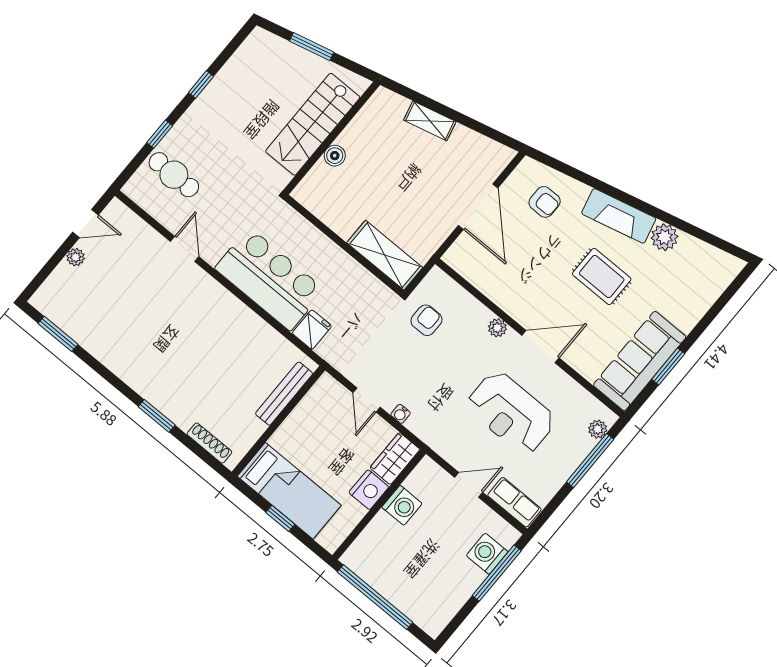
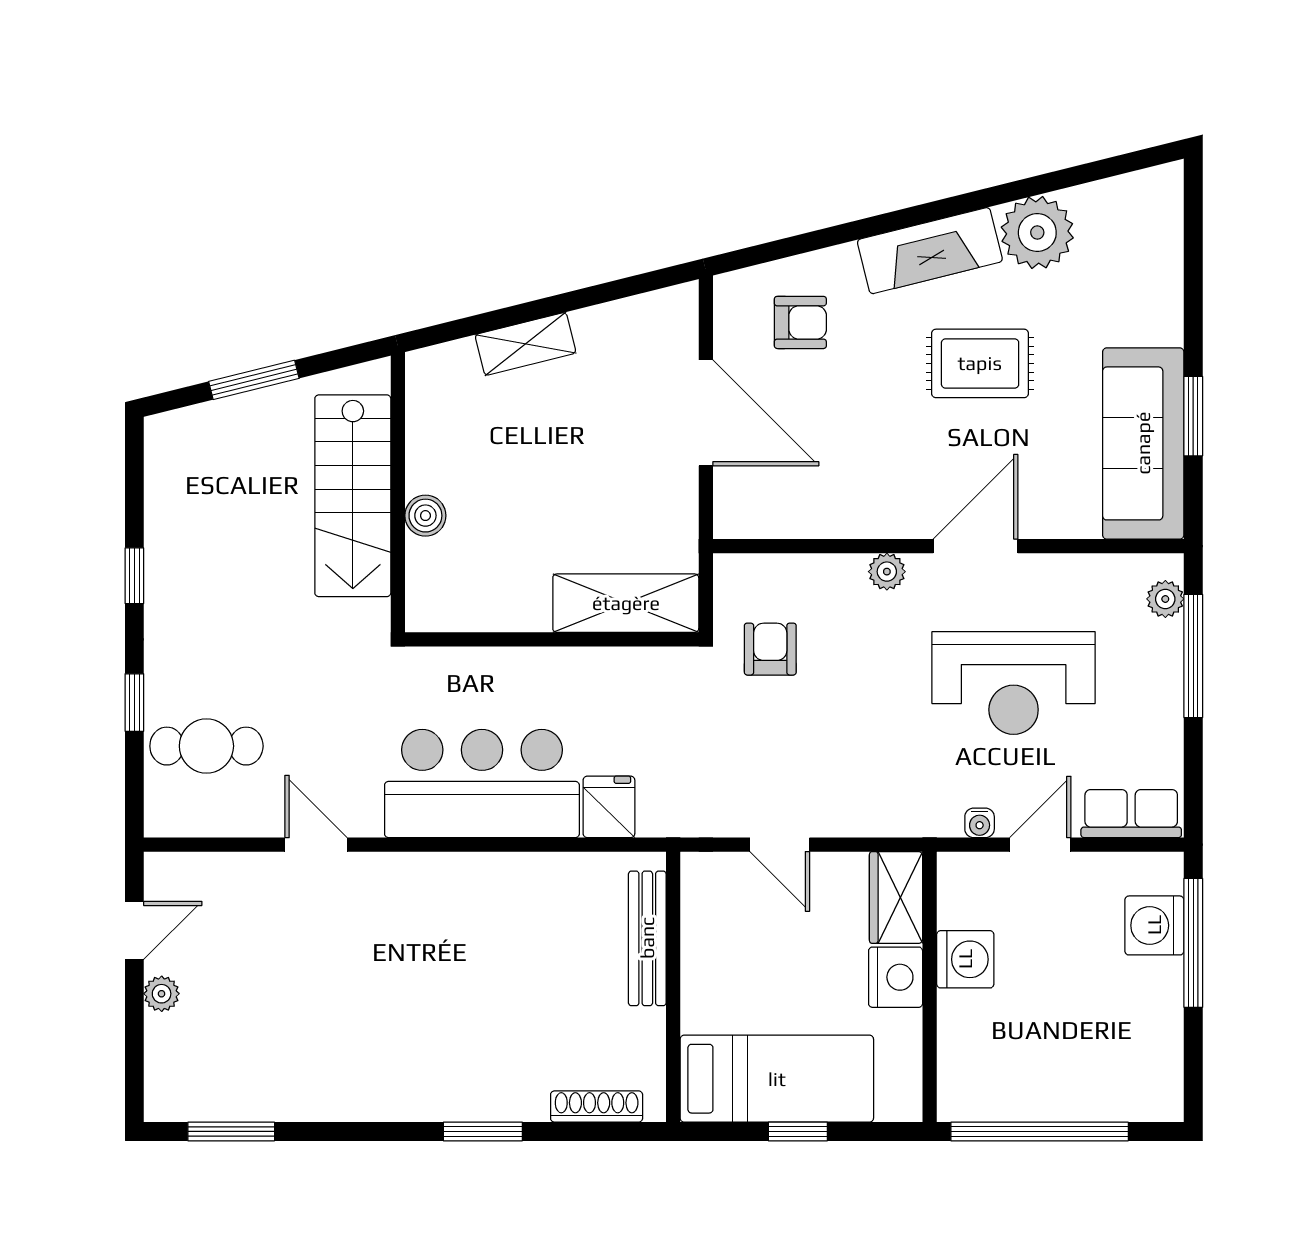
plant: (664, 237) -> (1037, 233), width x1.36, depth x1.36
water cooler: (401, 414) -> (980, 823), moved

